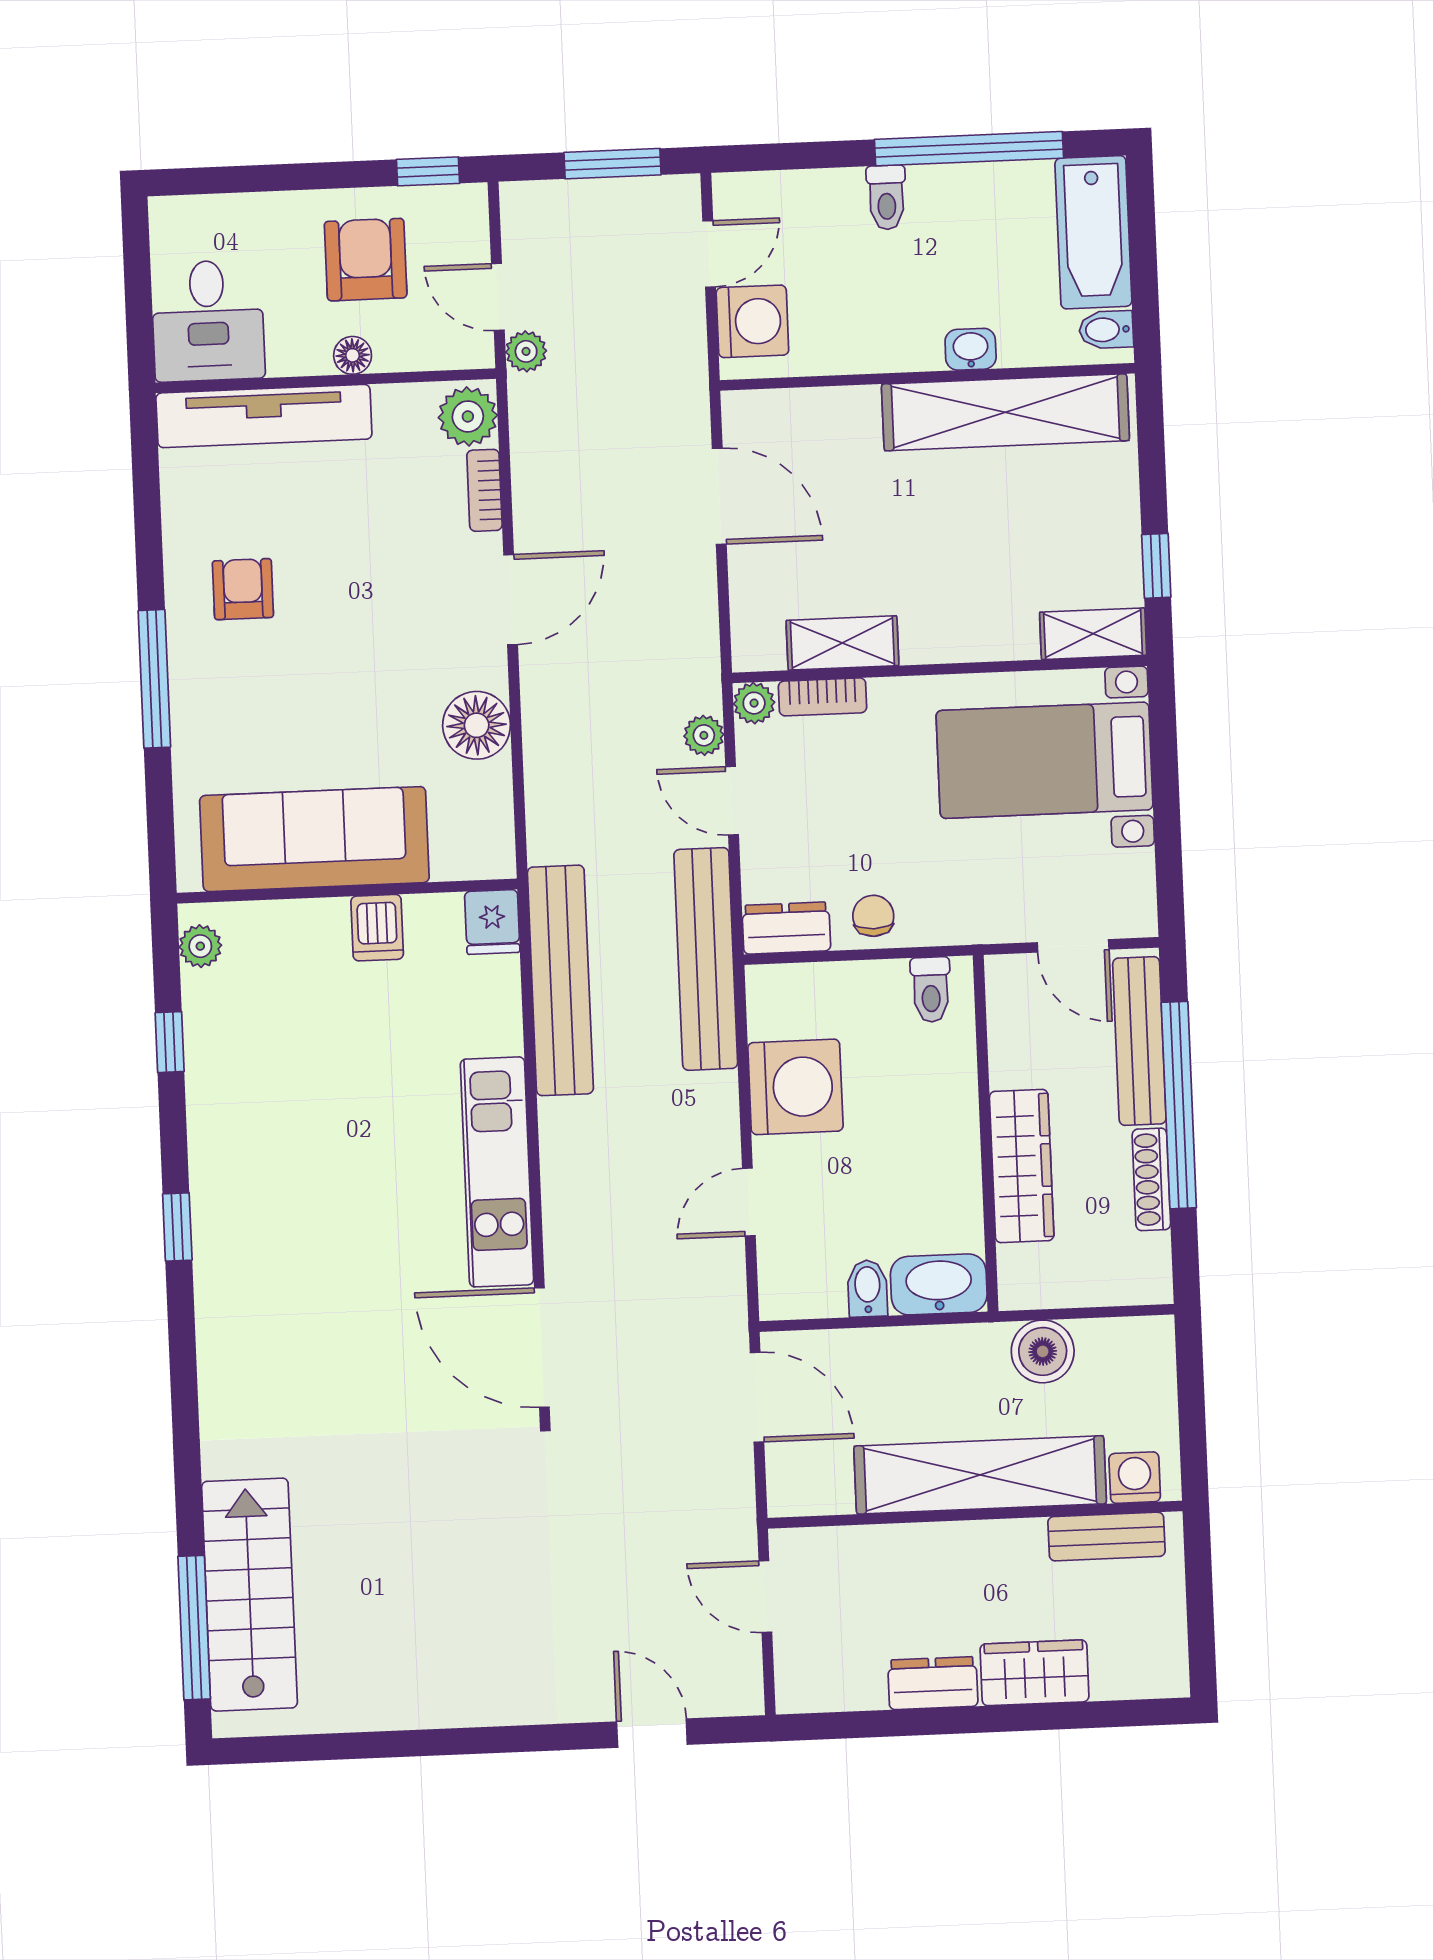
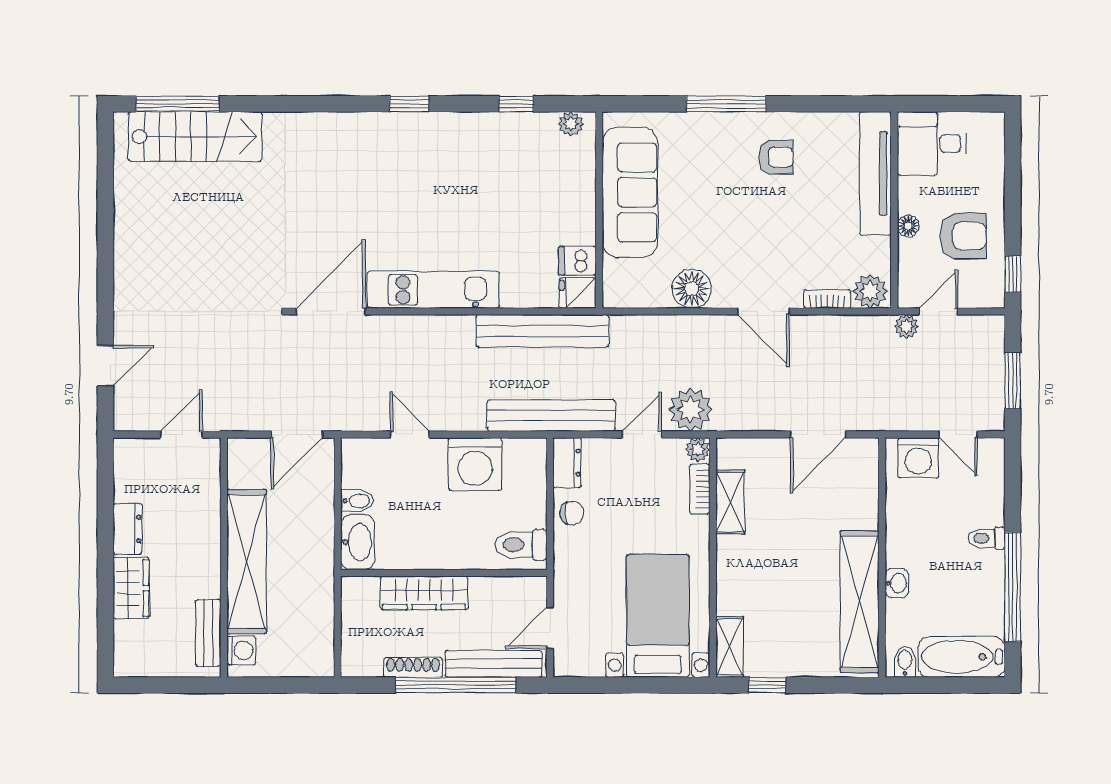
plant: (704, 735) -> (691, 410), width x1.87, depth x1.87
dishwasher: (377, 928) -> (577, 261), moved
toilet: (931, 990) -> (521, 545), width x1.37, depth x1.39
boiler: (1043, 1351) -> (316, 600), removed

